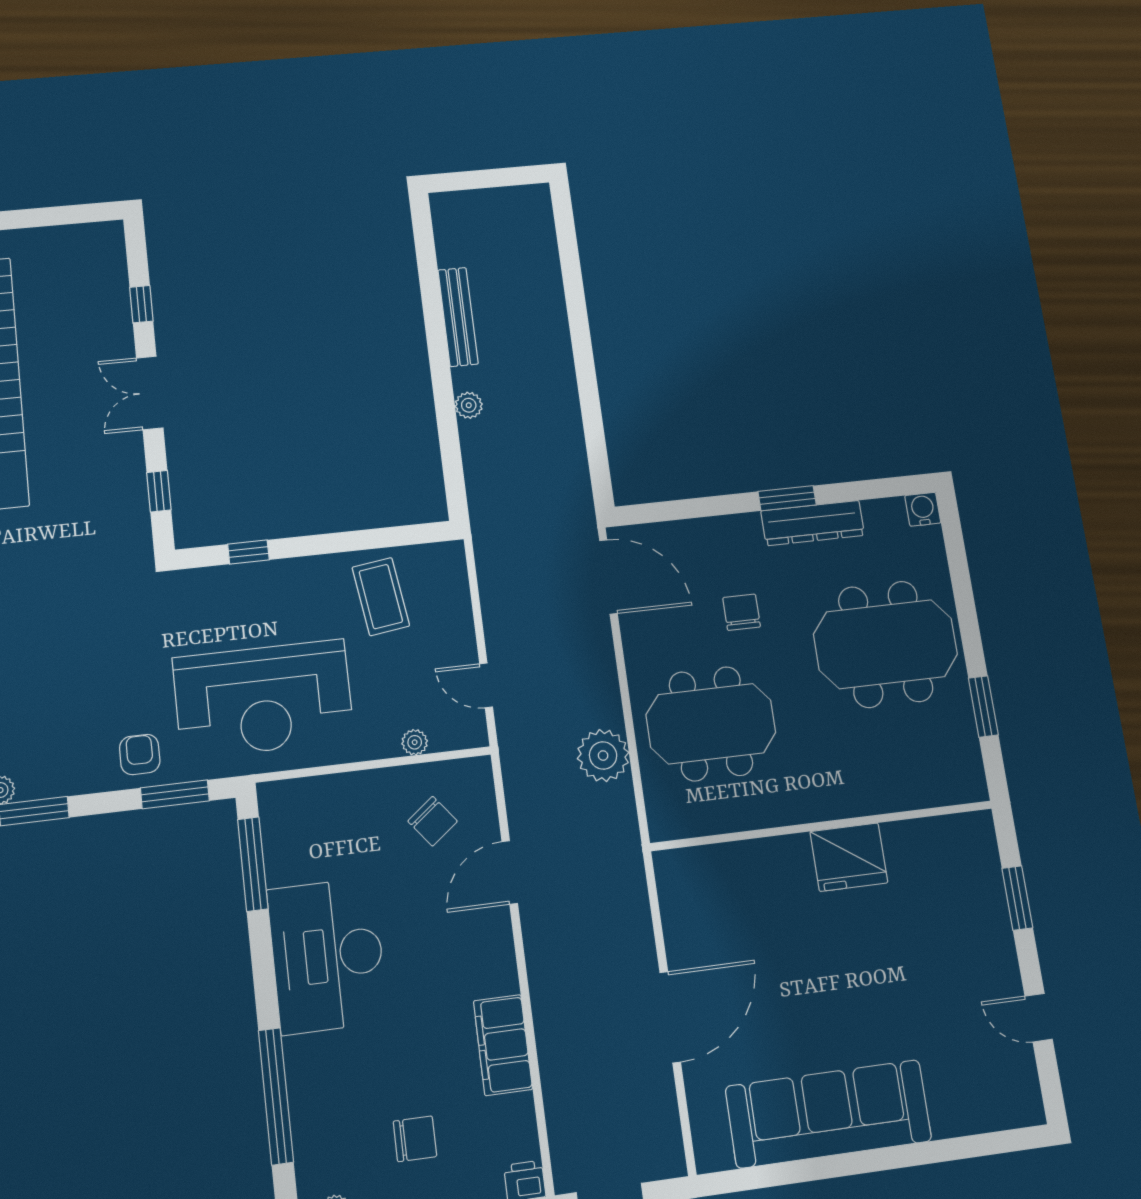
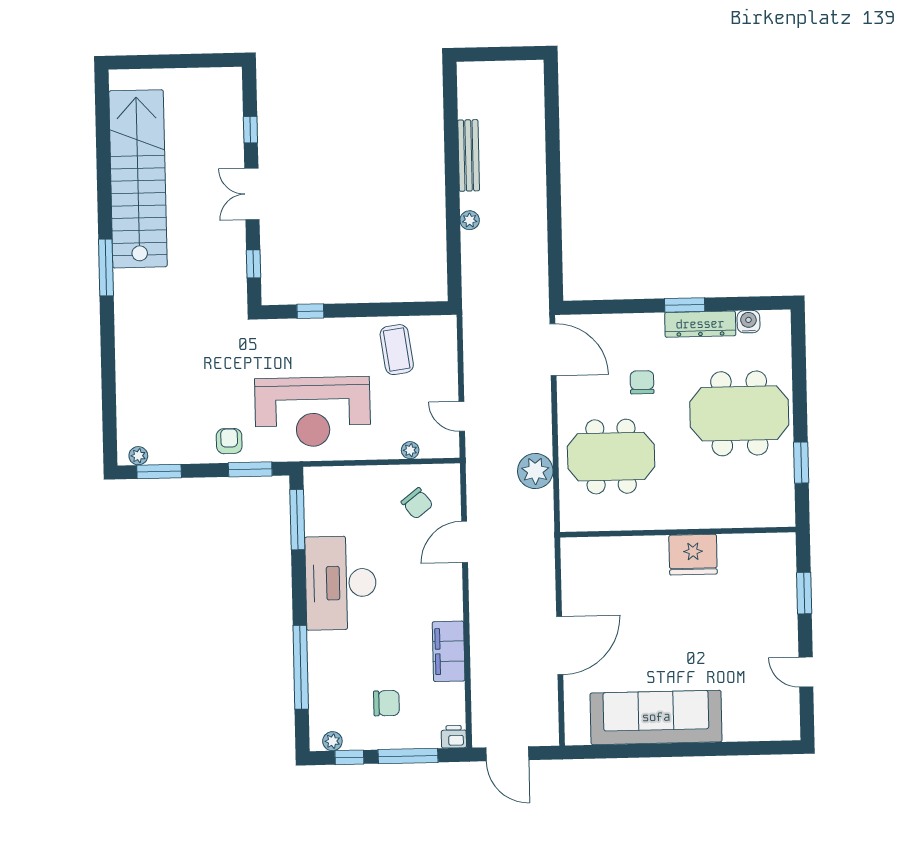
water cooler: (923, 509) -> (749, 322), moved

